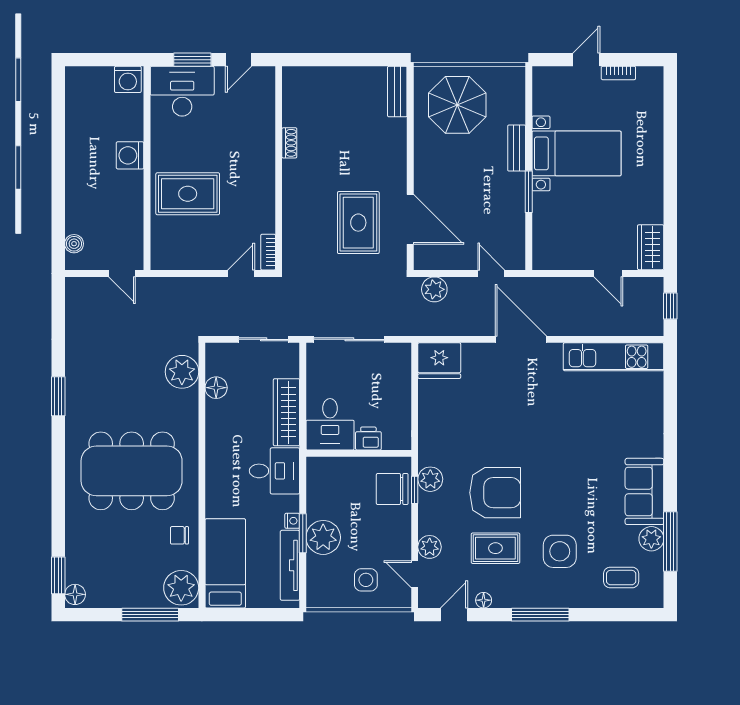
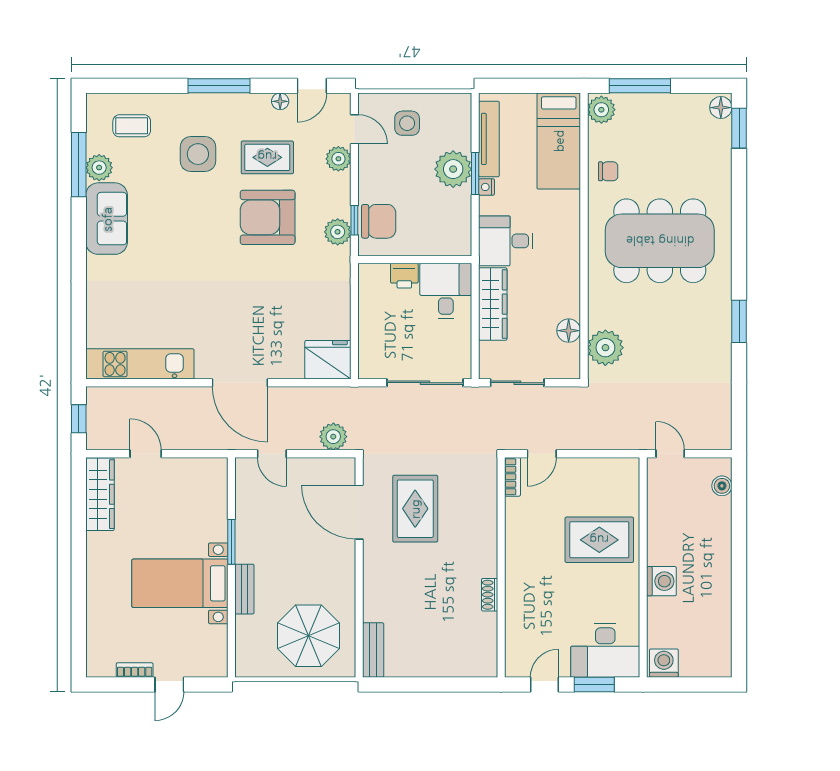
wardrobe: (651, 247) -> (100, 494), width x1.50
plant: (181, 588) -> (601, 110), width x0.73, depth x0.73

